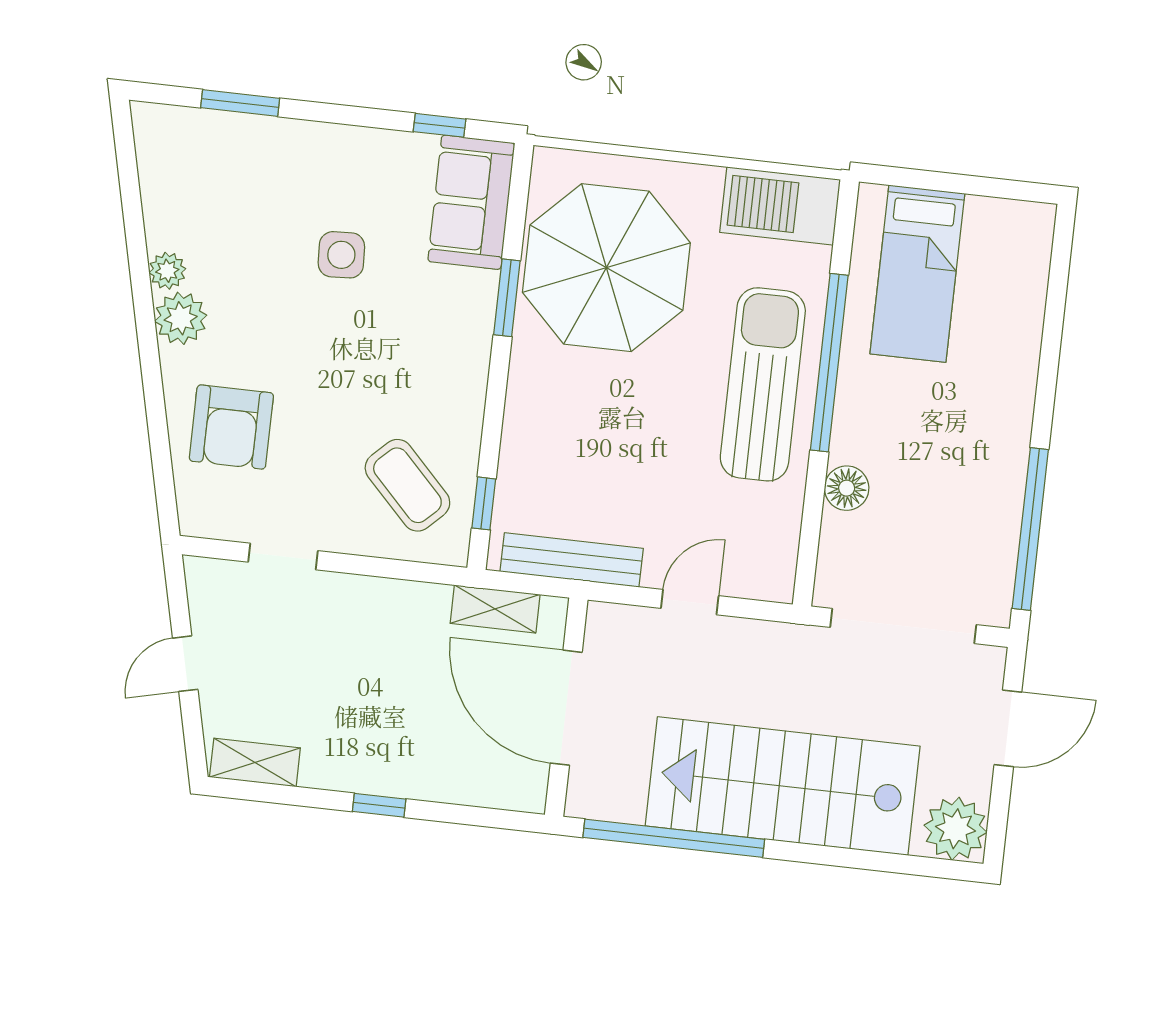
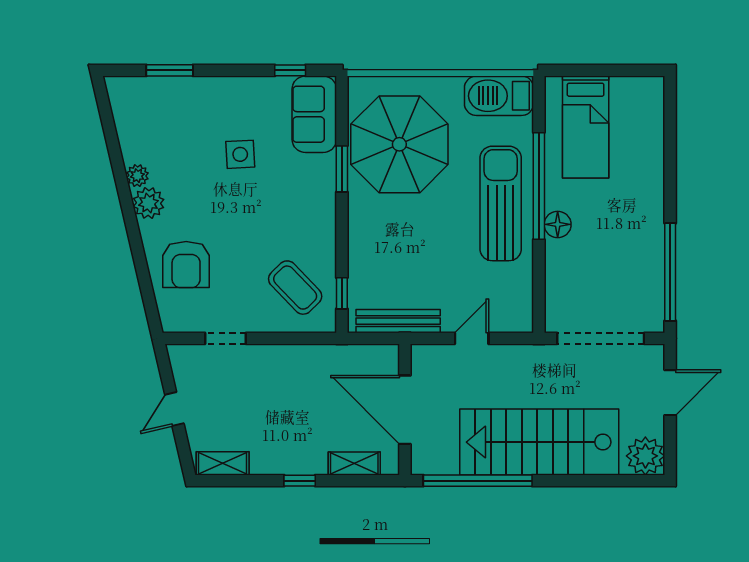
floor lamp: (847, 488) -> (558, 224), moved
shelving: (495, 609) -> (354, 463), moved

